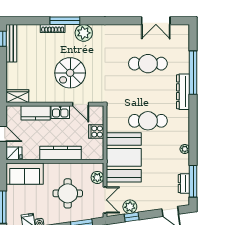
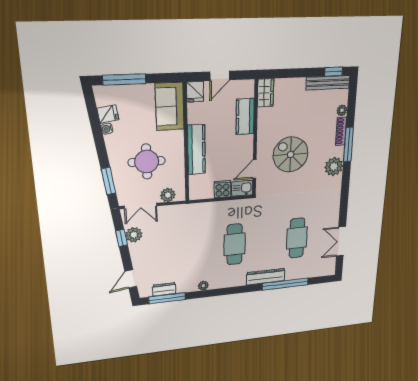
plant: (35, 29) -> (342, 110), added
kitchen sink: (60, 112) -> (242, 188), moved, turned 90
booth: (124, 157) -> (193, 223), removed

